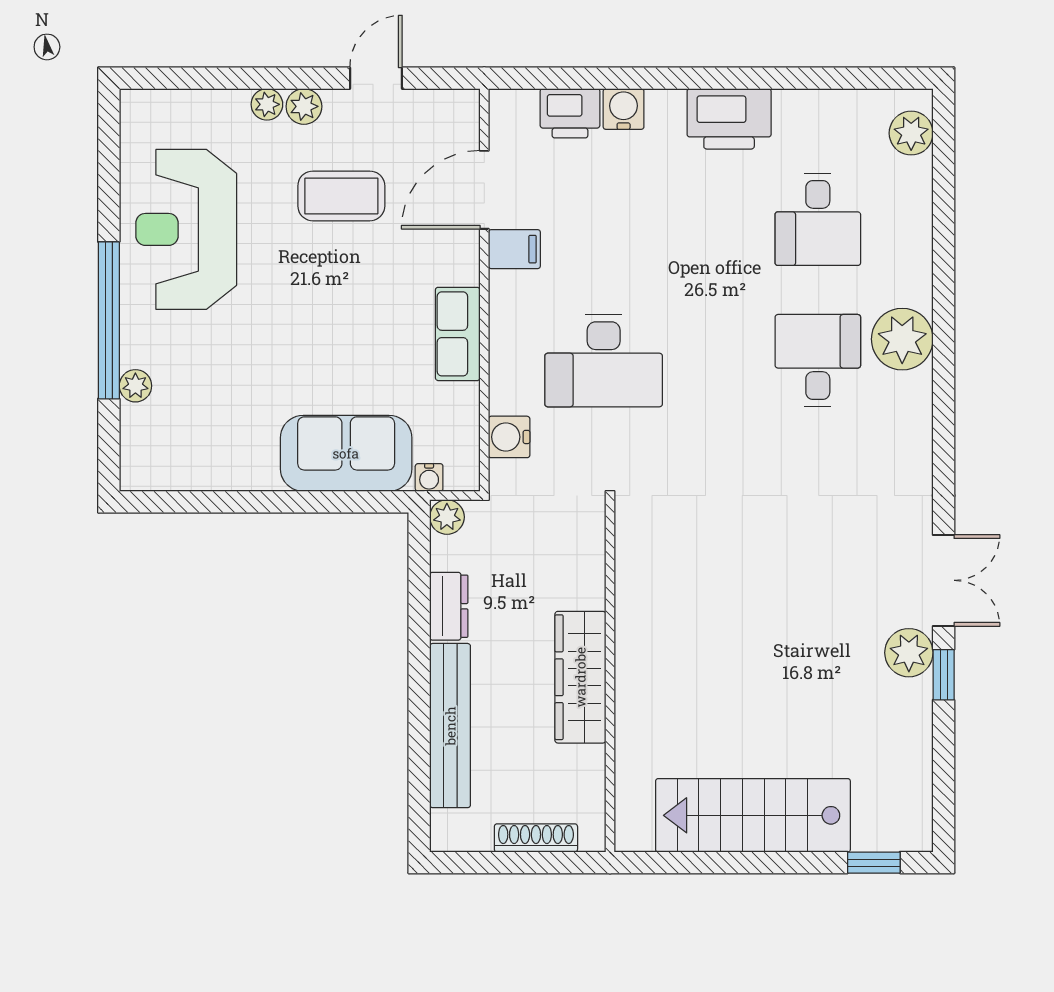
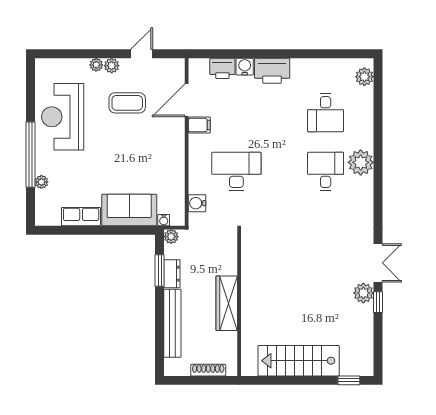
printer: (729, 119) -> (272, 71), moved
row of seats: (458, 334) -> (81, 217), moved, turned 90
desk: (604, 361) -> (236, 171), turned 180
window: (419, 599) -> (160, 270), added

